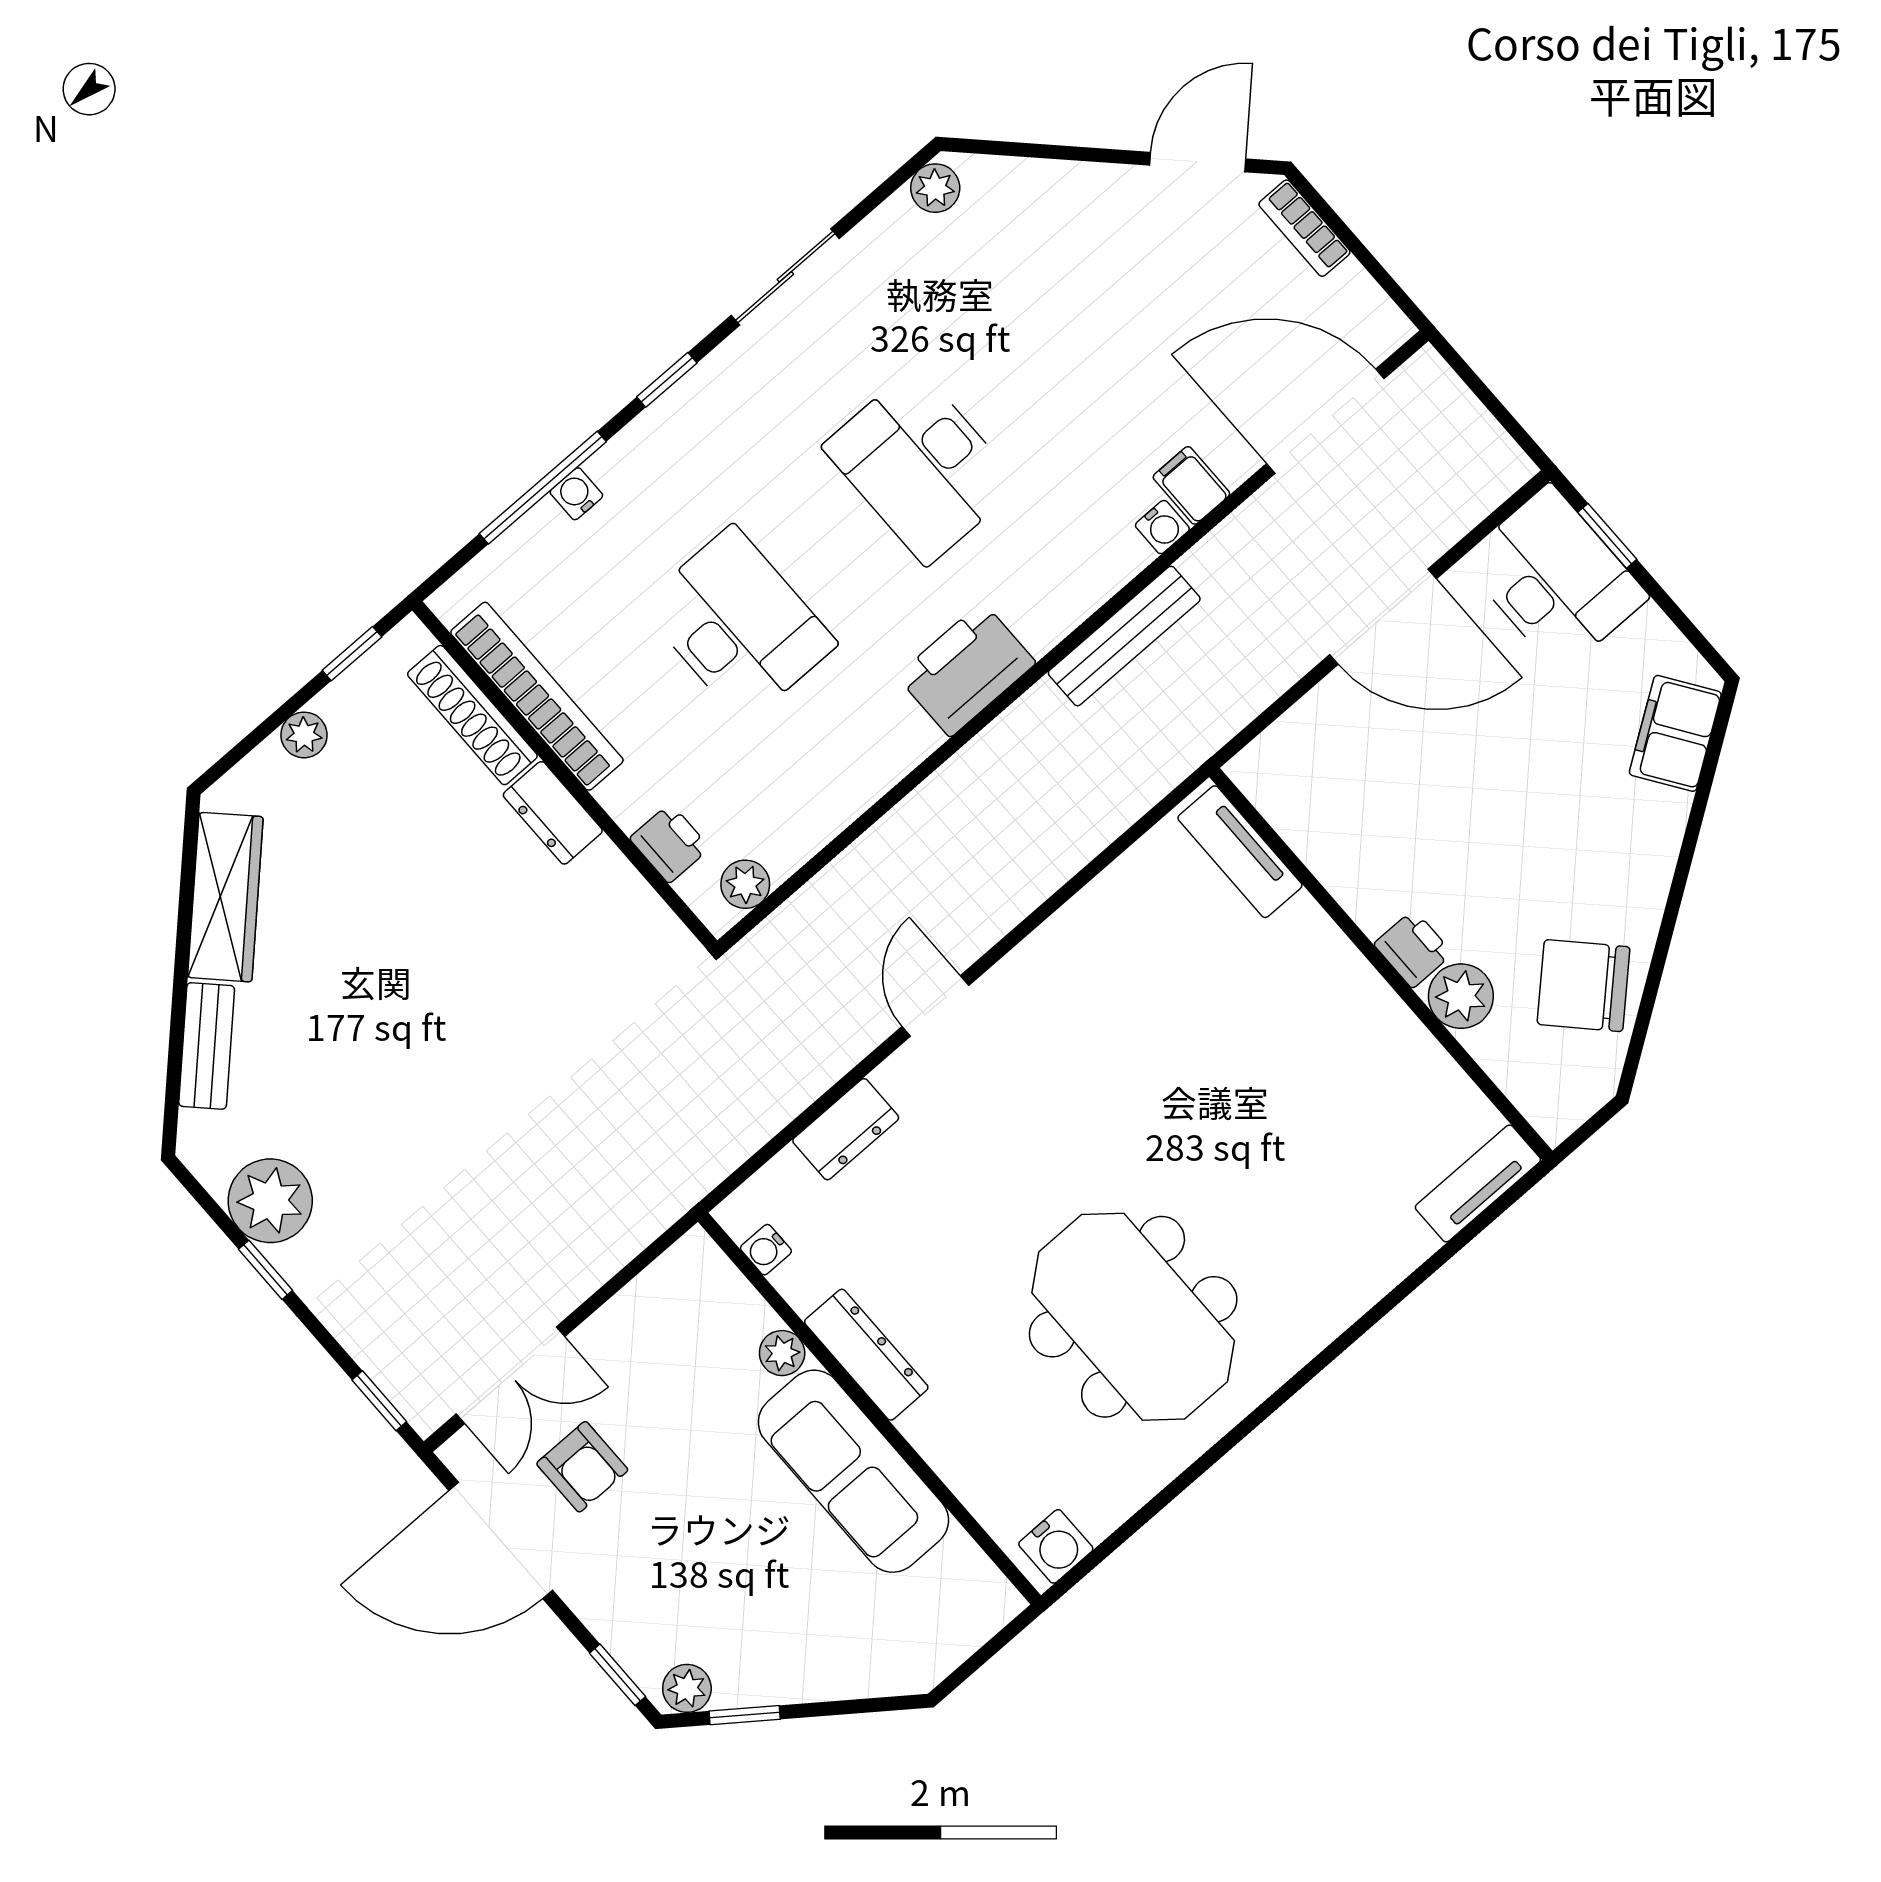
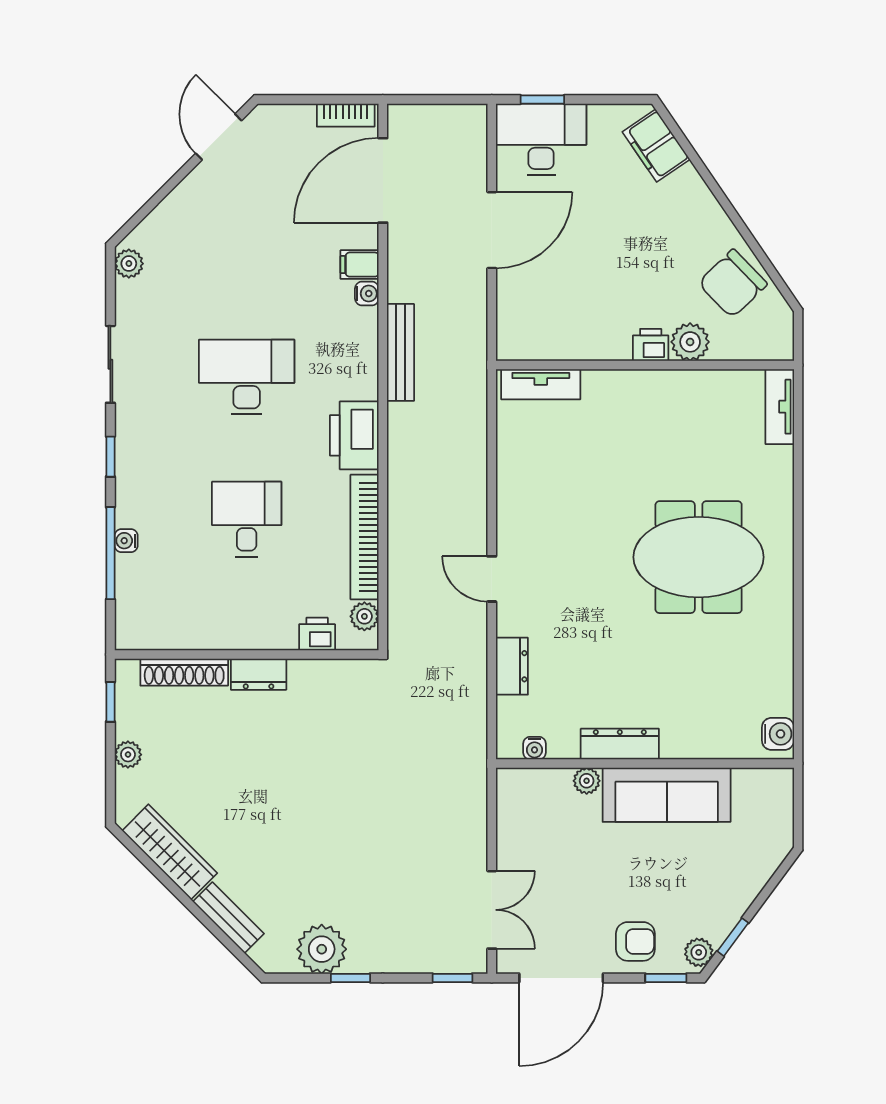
bookcase: (1304, 228) -> (346, 115), moved
desk: (921, 466) -> (247, 377), turned 180
desk: (739, 625) -> (247, 519), width x0.73
bookcase: (537, 696) -> (365, 537), moved, turned -90
meeting table: (1133, 1317) -> (699, 557), moved
armchair: (582, 1467) -> (635, 941), moved

